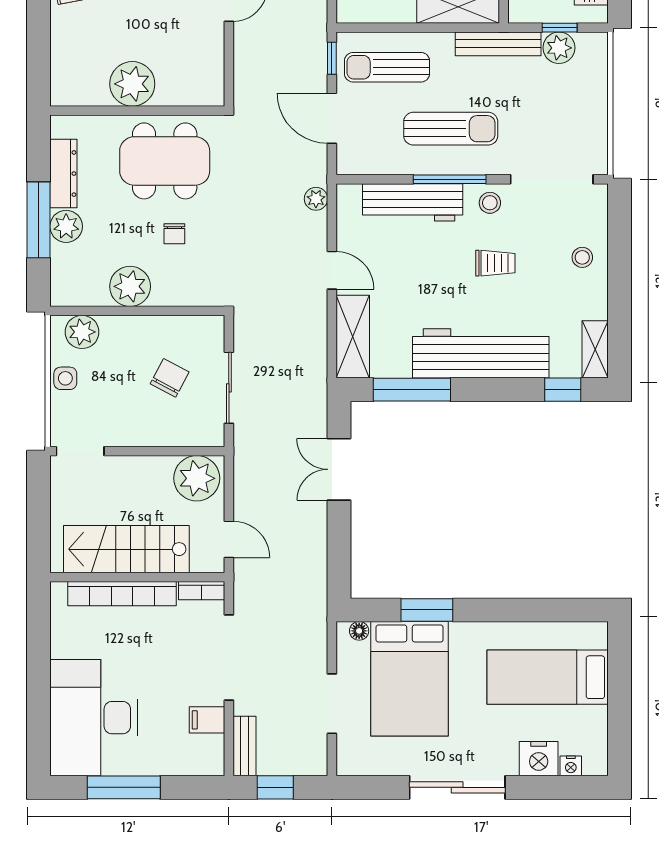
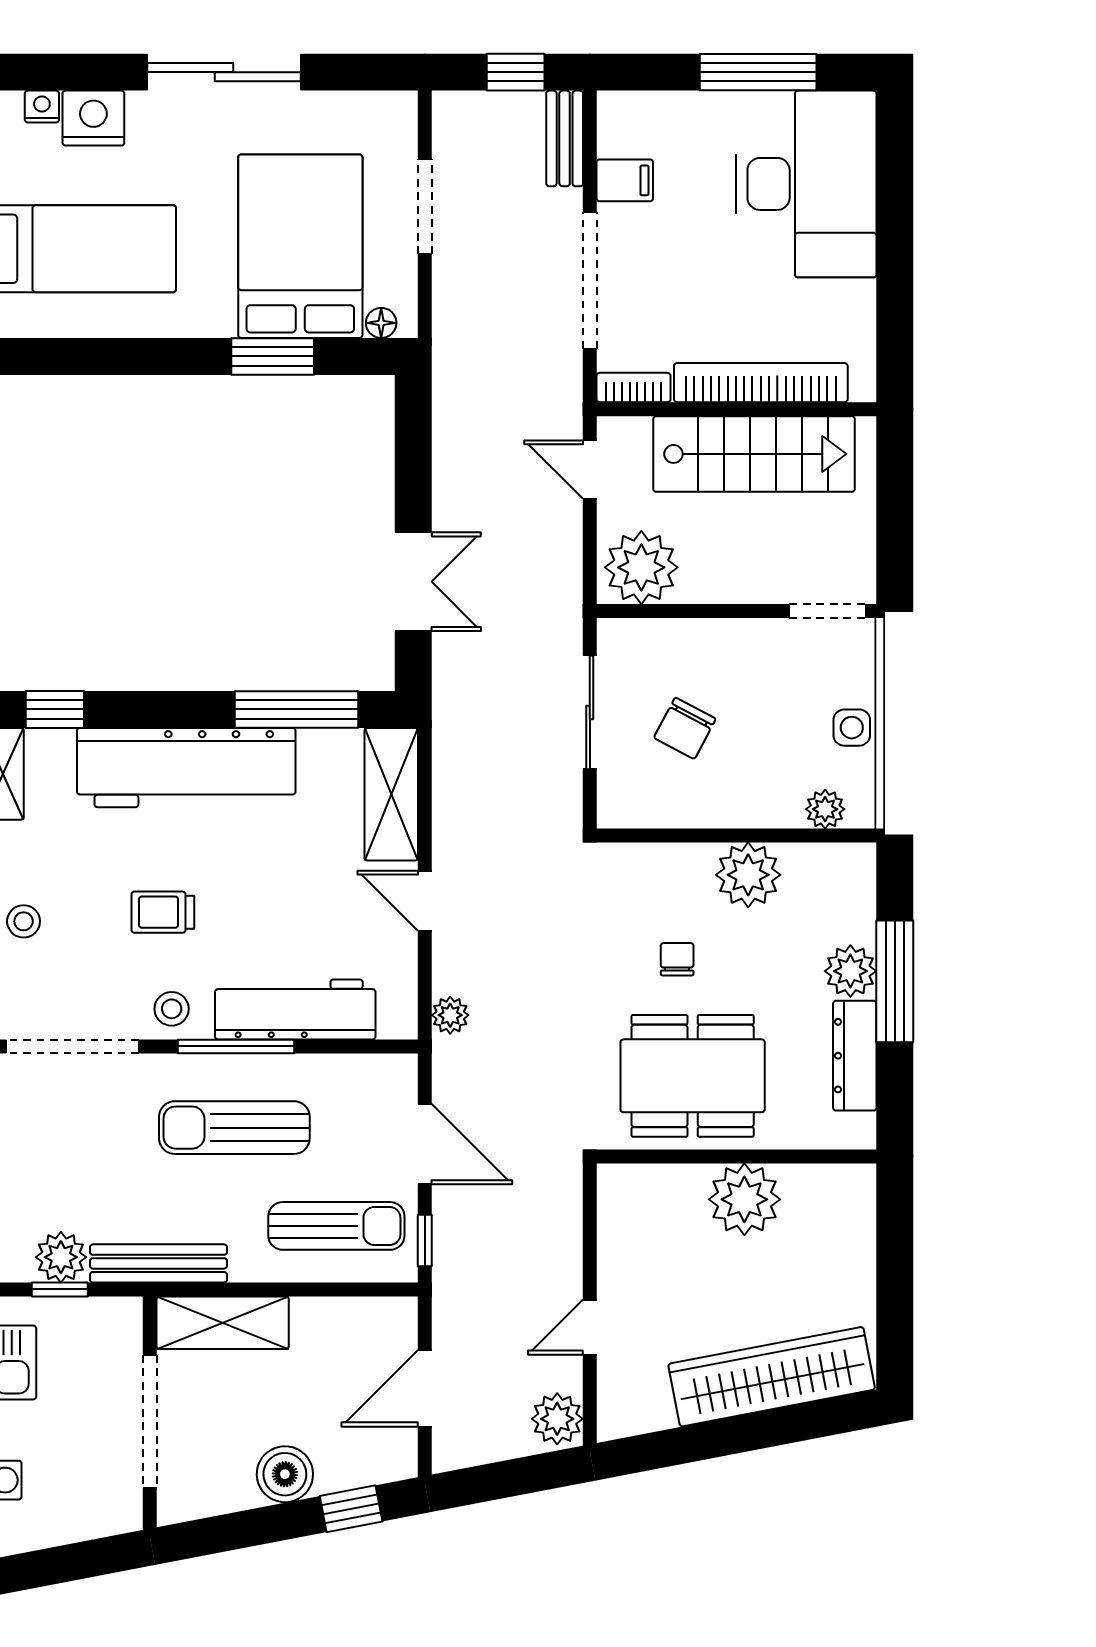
plant: (82, 332) -> (825, 809), width x0.73, depth x0.73

